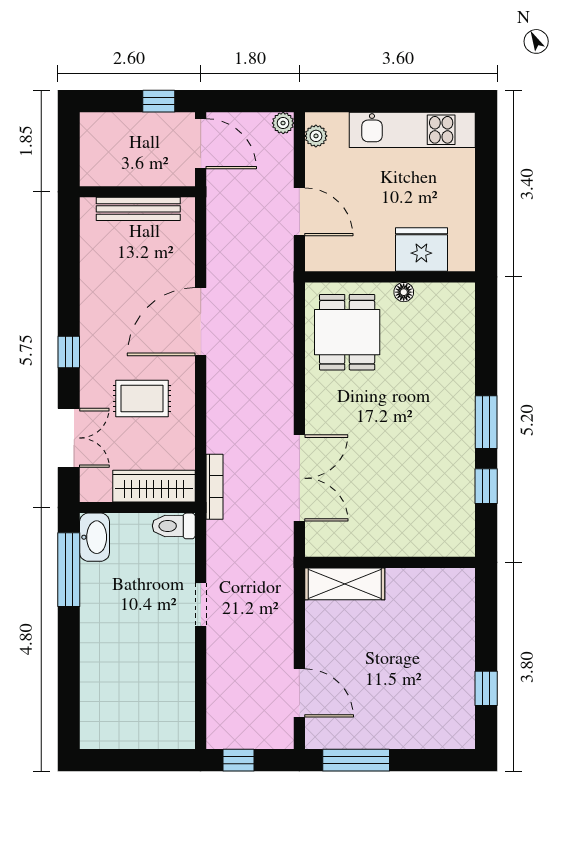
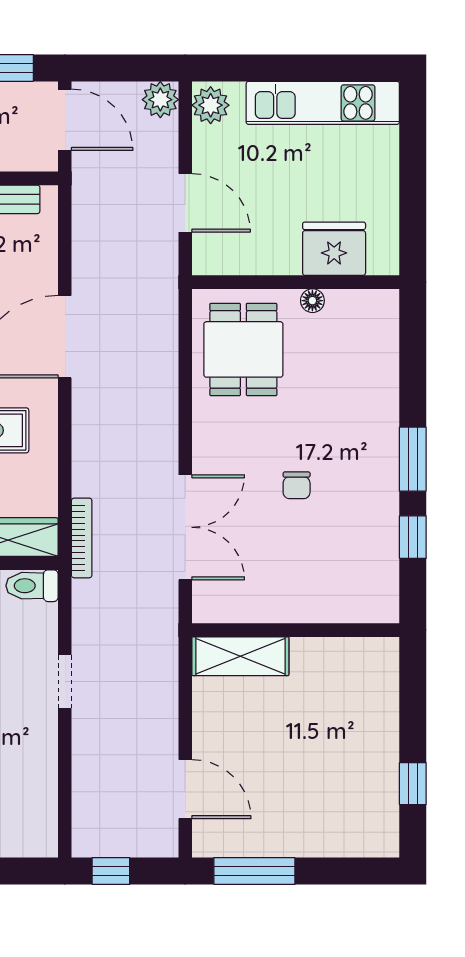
plant: (283, 123) -> (160, 100), width x1.38, depth x1.38
plant: (316, 136) -> (211, 105), width x1.38, depth x1.38
chair: (391, 444) -> (297, 485), added

